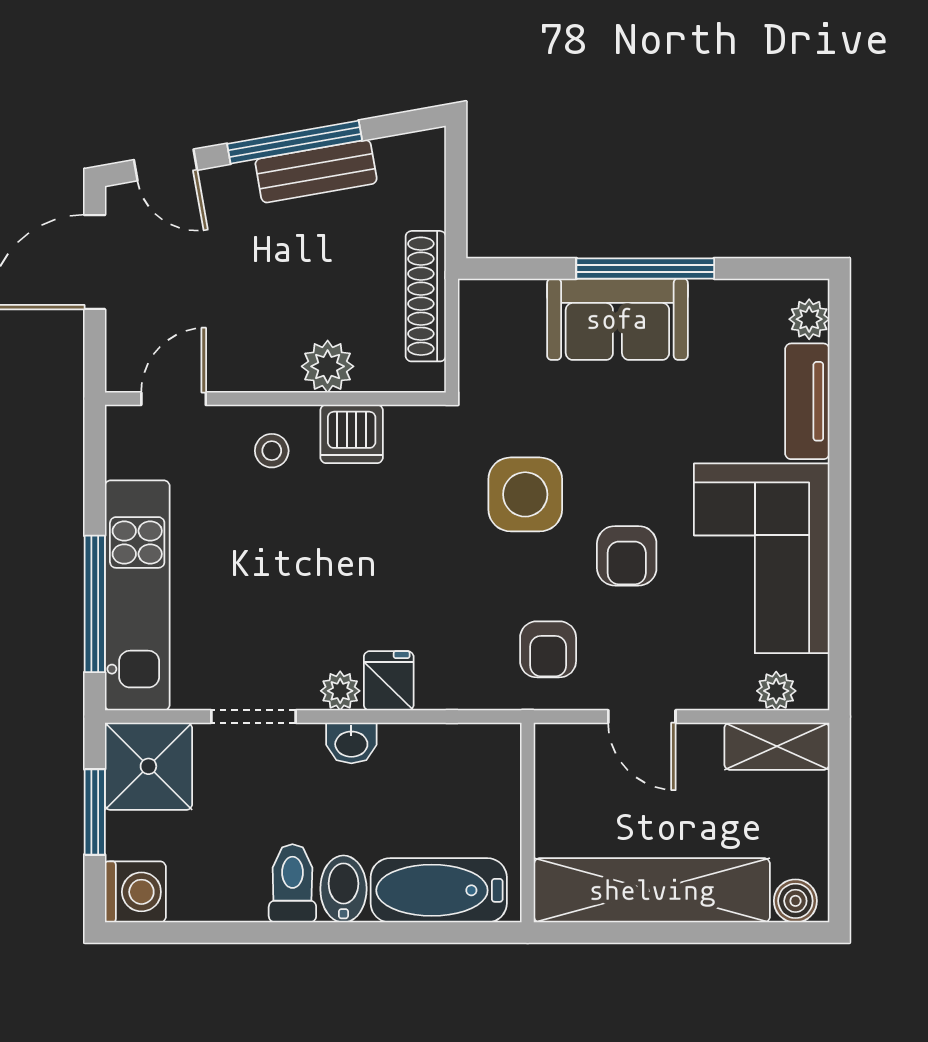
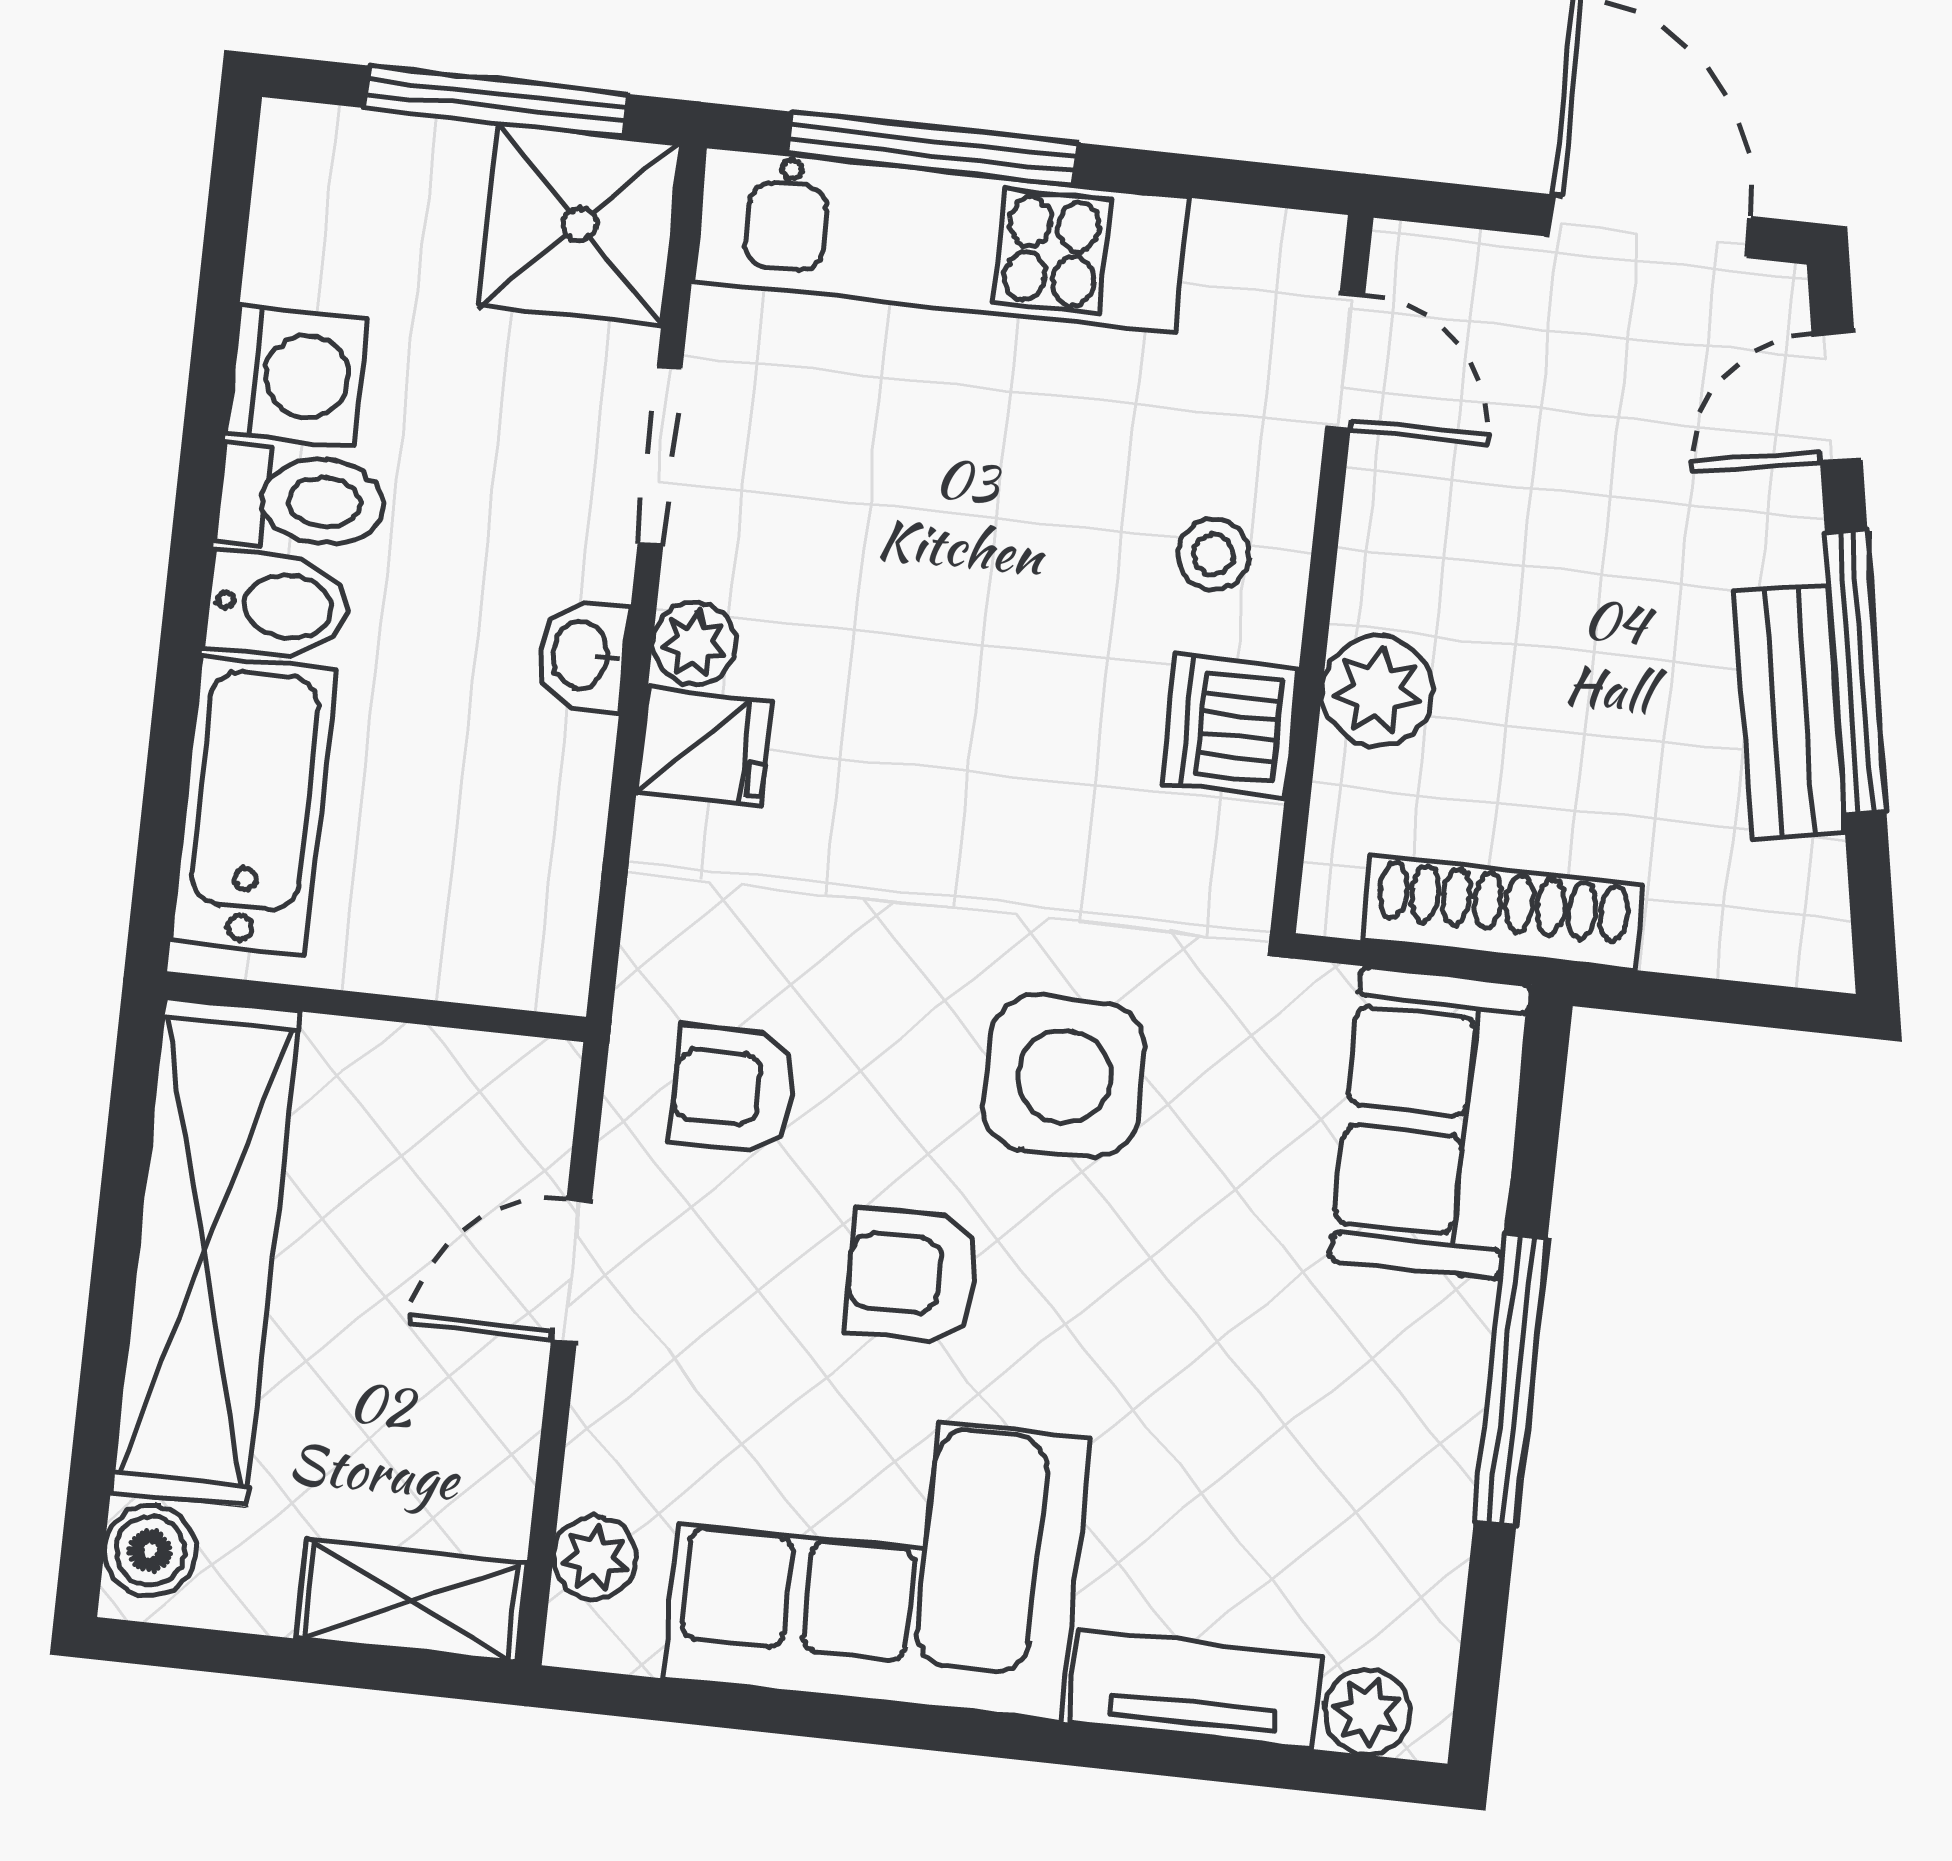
sofa: (617, 319) -> (1431, 1123), moved
shelving: (777, 746) -> (411, 1601), moved, turned 90
window: (95, 812) -> (496, 101), width x1.44
washing machine: (135, 892) -> (297, 375), moved, turned -90

